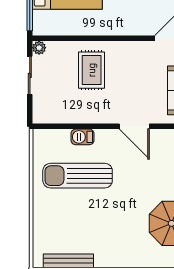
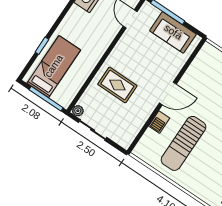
door: (134, 126) -> (168, 93), moved

